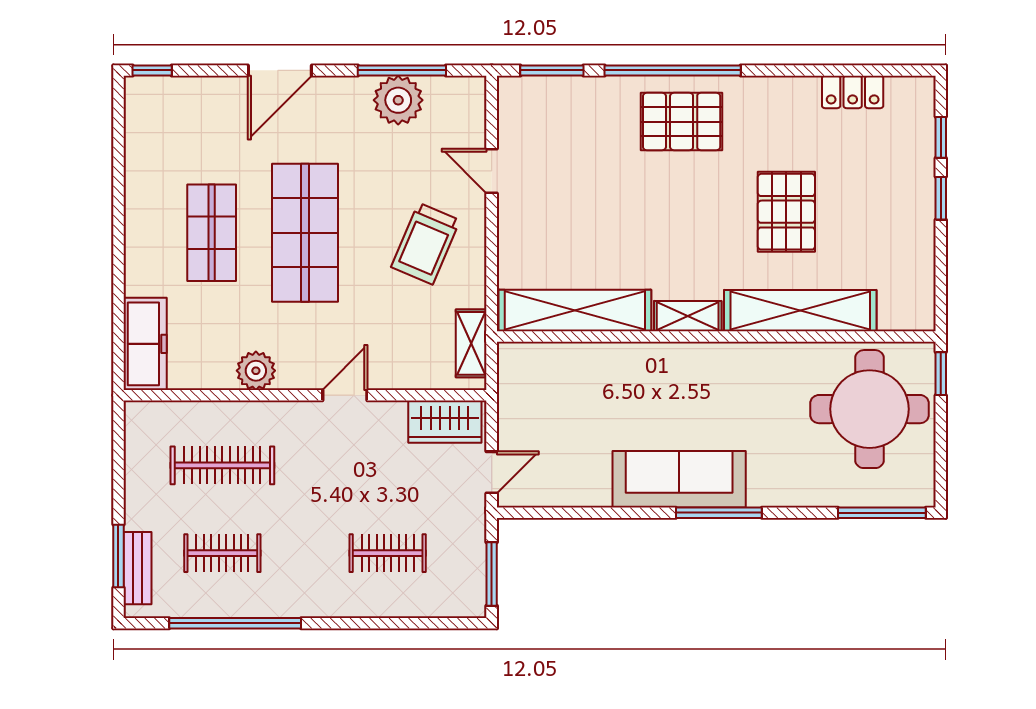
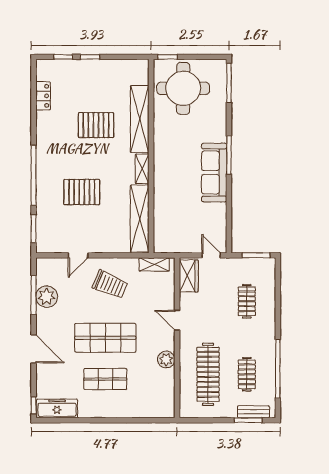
pallet: (682, 122) -> (82, 192), moved, turned 90
freezer: (145, 344) -> (57, 408), moved
clothes rail: (222, 465) -> (208, 374), width x1.37, depth x1.31

